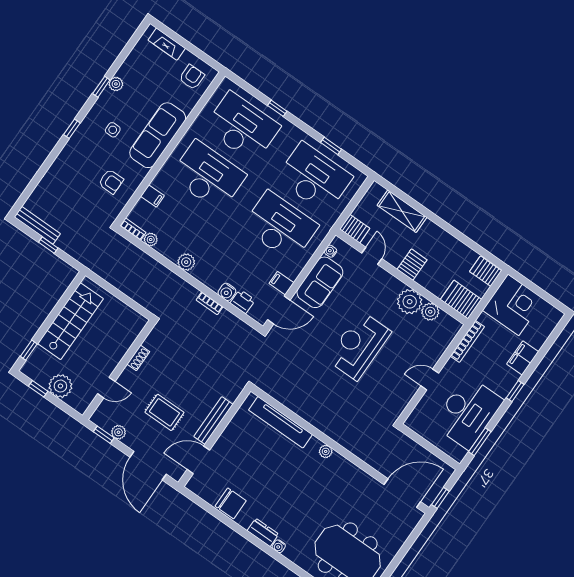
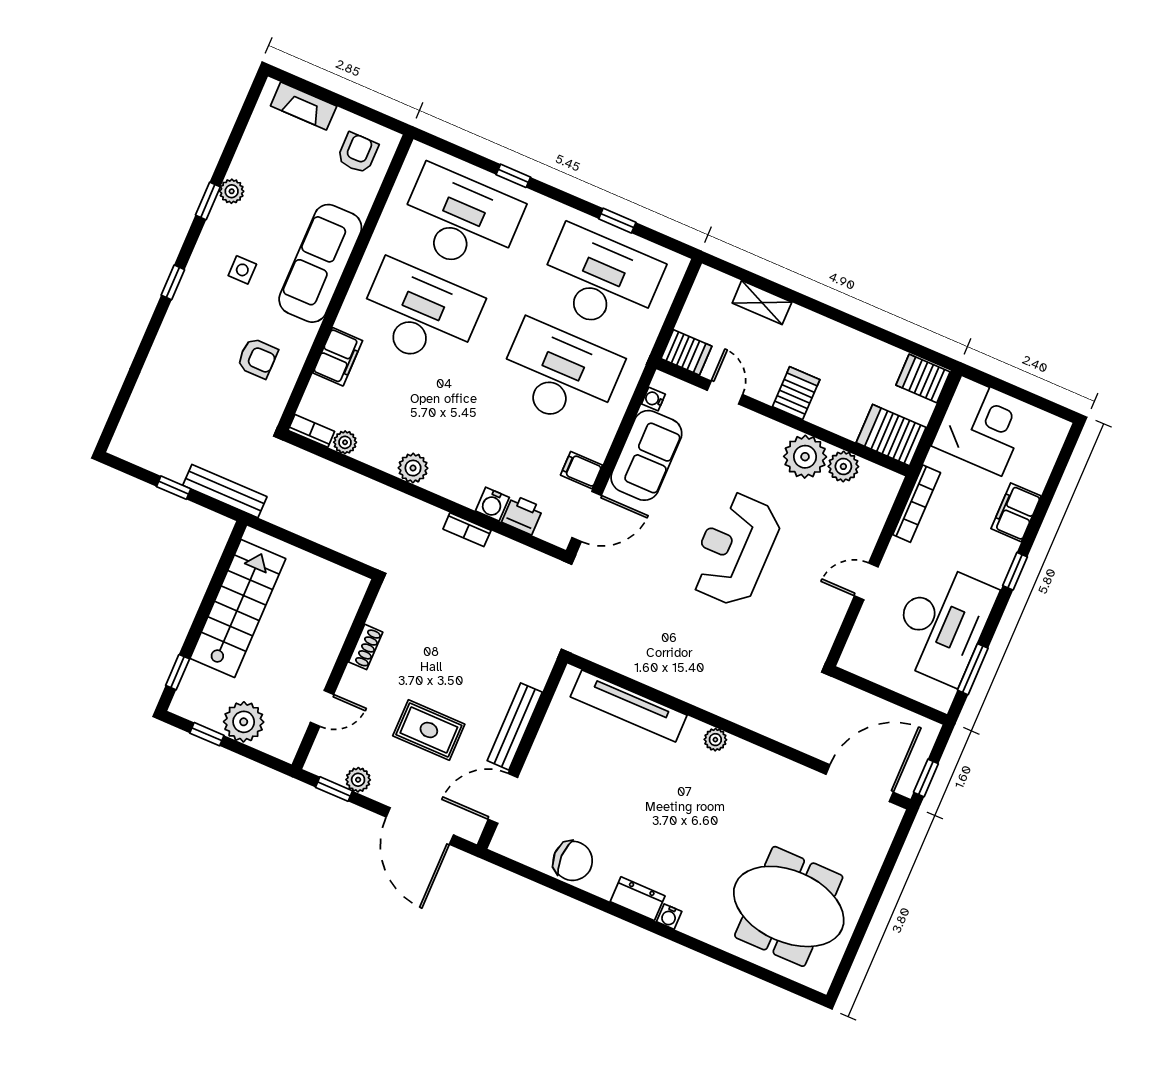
filing cabinet: (152, 196) -> (338, 357), width x2.00
shelving: (402, 211) -> (762, 303), width x0.67, depth x0.75
bench: (37, 225) -> (225, 491), moved

